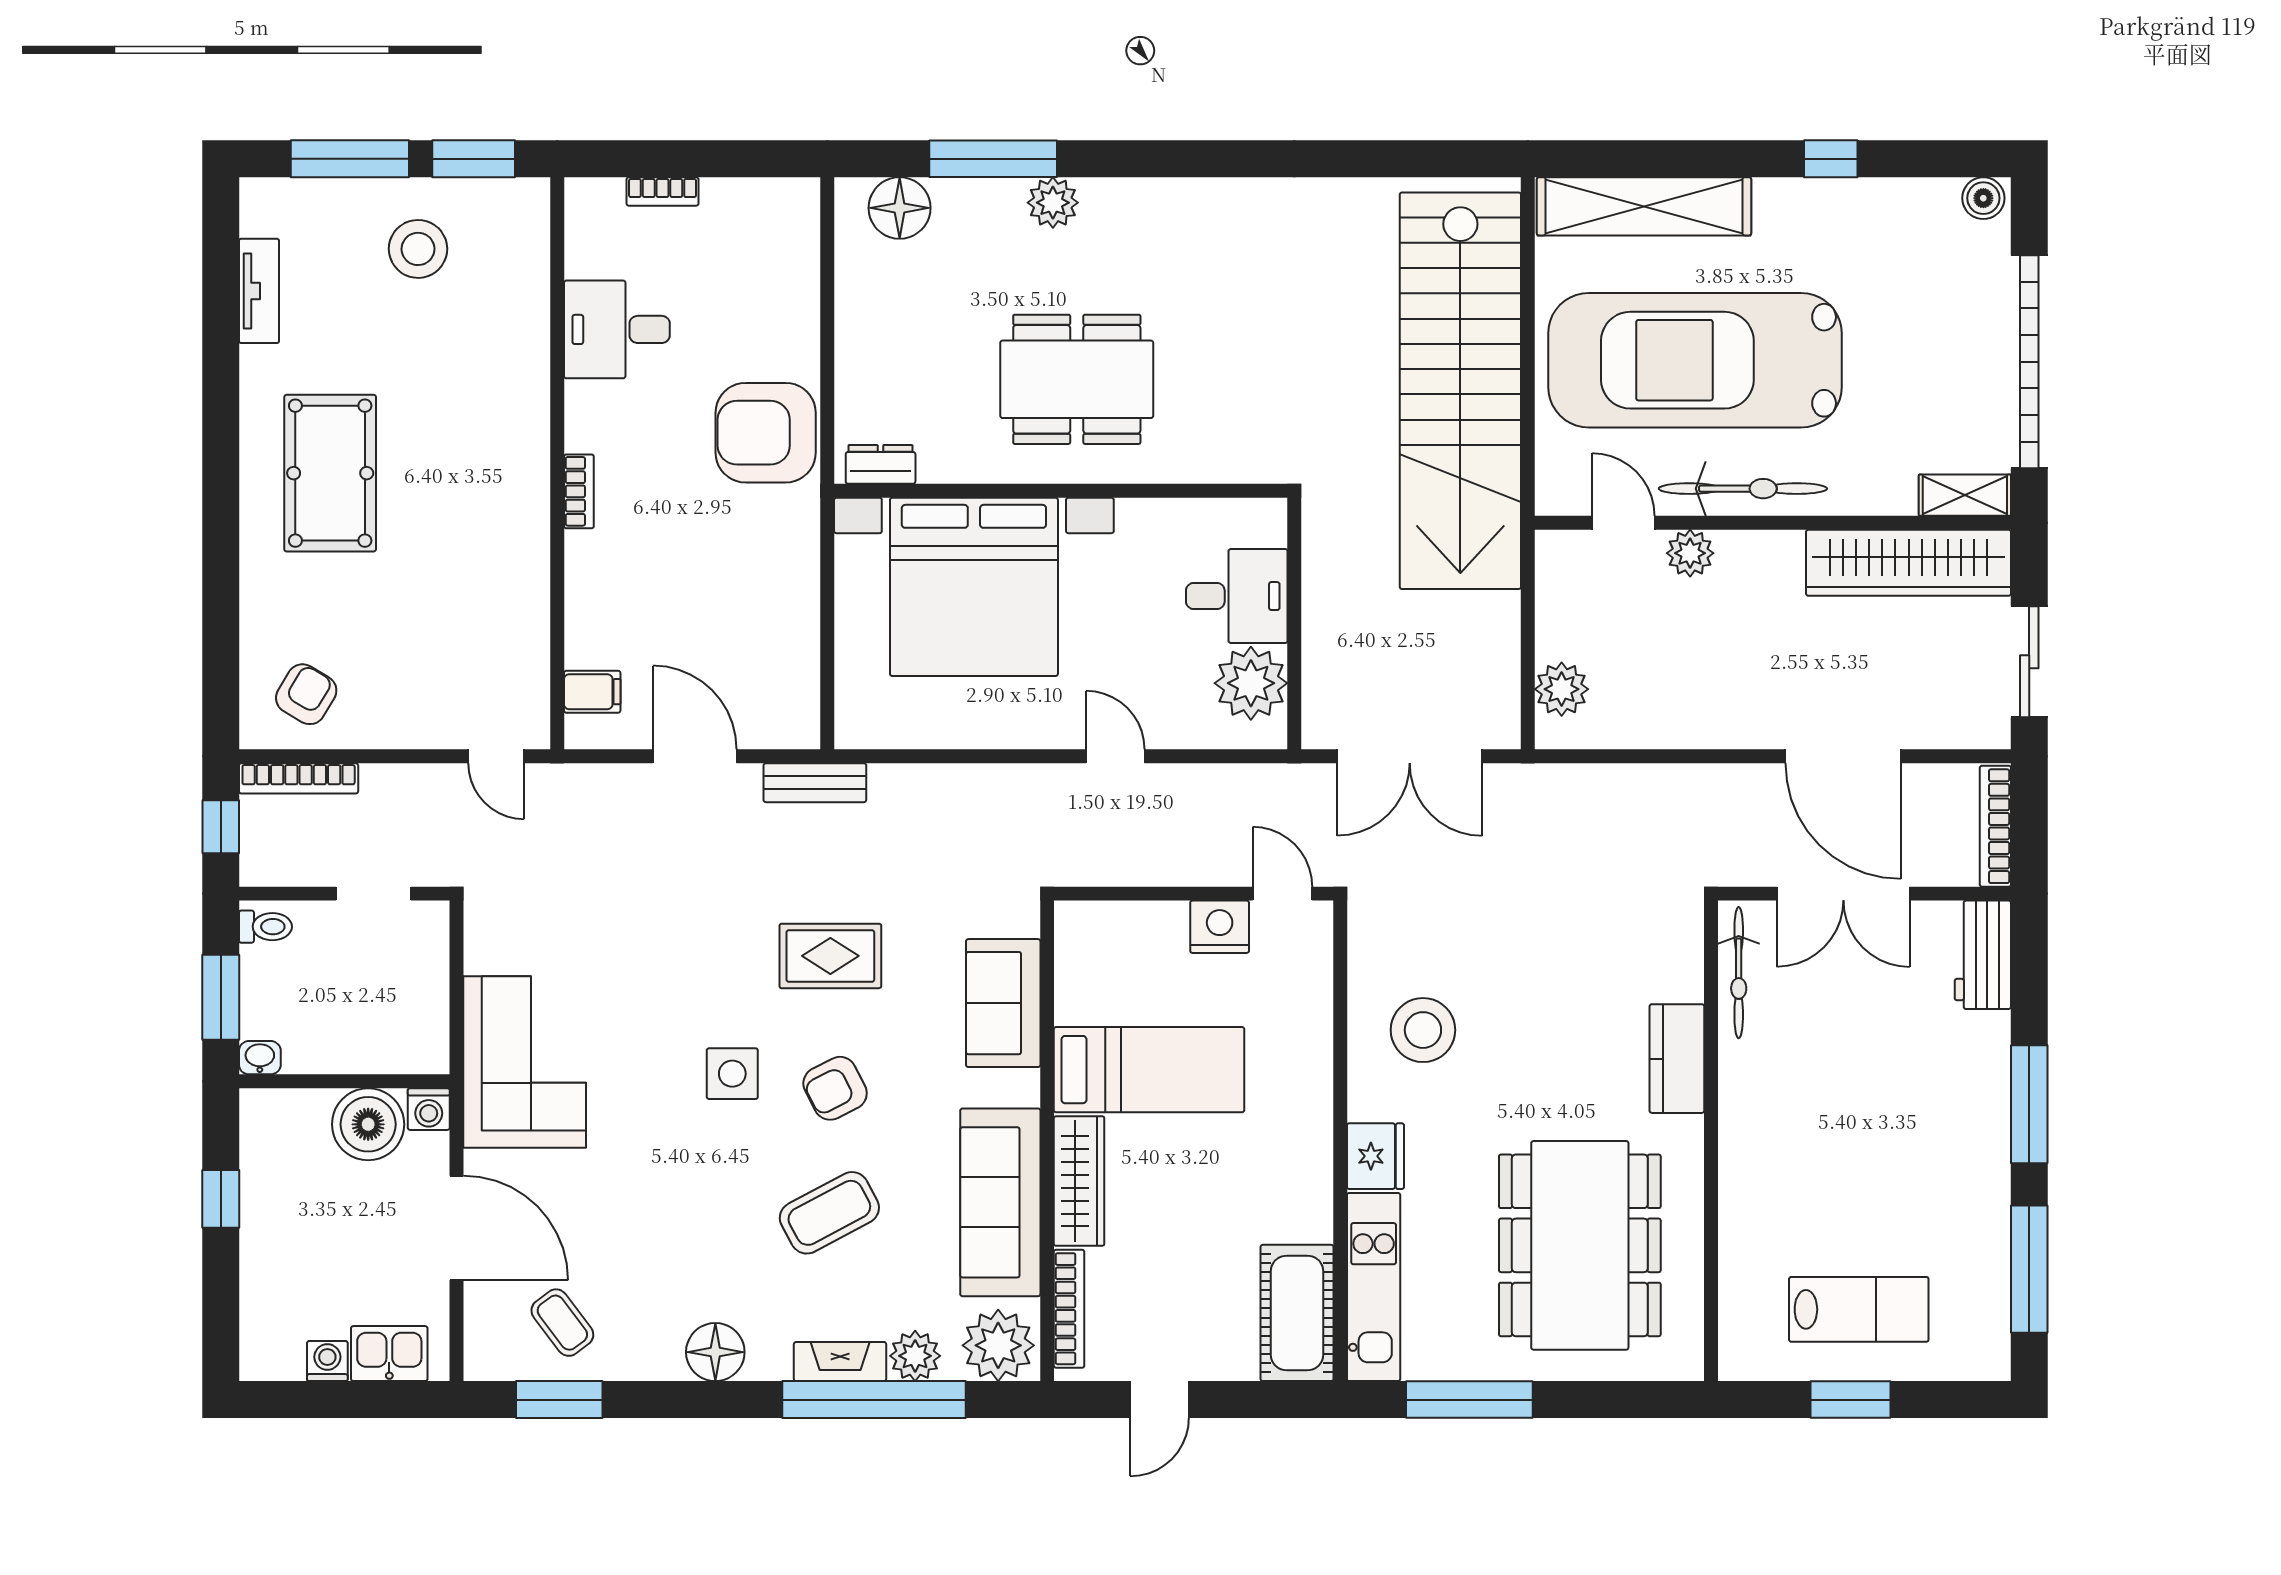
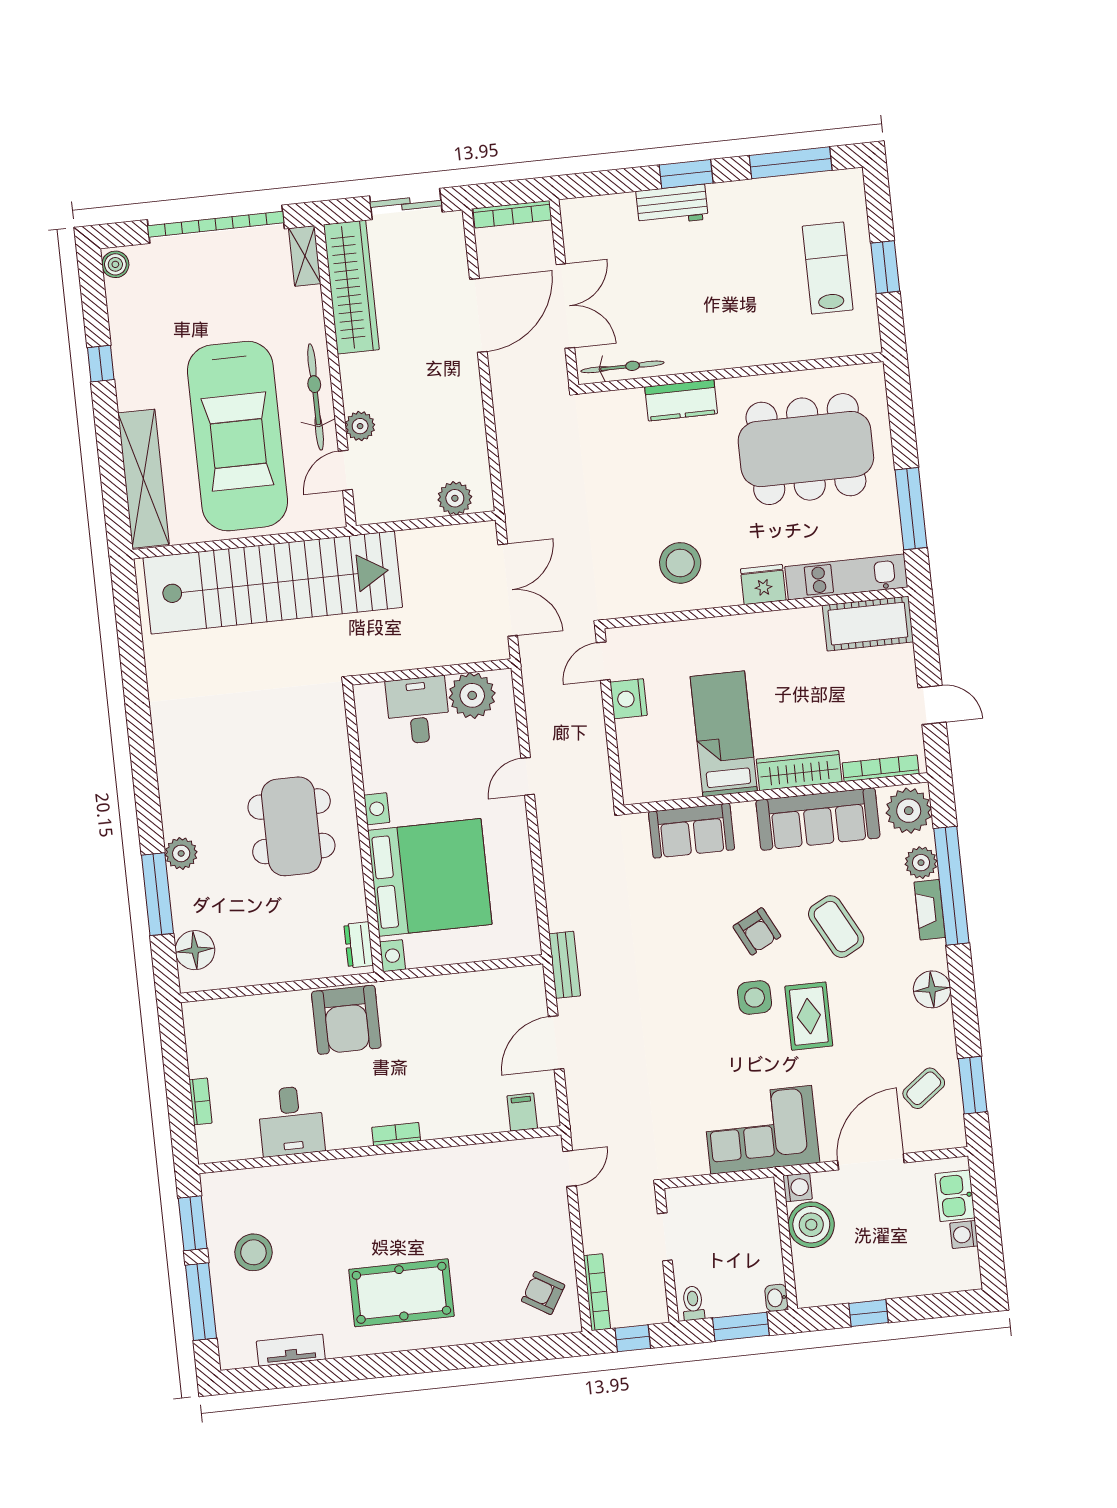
workbench: (1983, 955) -> (672, 205), moved
rug: (830, 956) -> (809, 1016), moved
window: (2029, 1104) -> (686, 174), width x0.69

